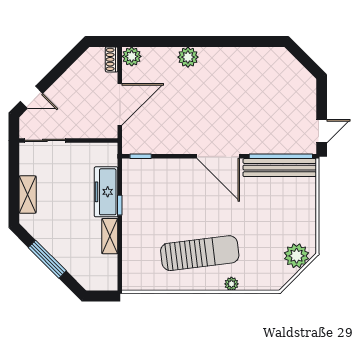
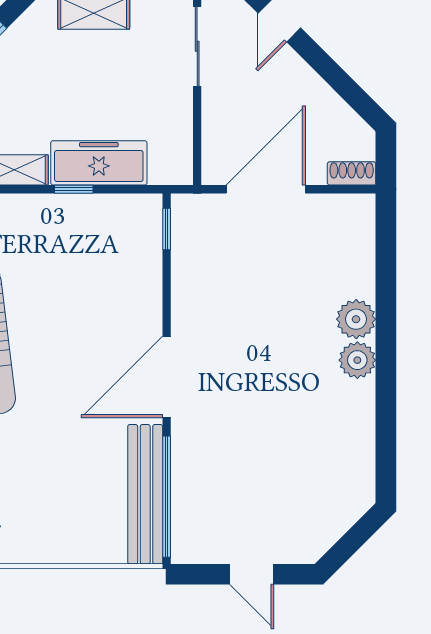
plant: (132, 56) -> (357, 360), moved
door: (120, 104) -> (266, 189), swing flipped
door: (322, 131) -> (252, 574), moved

